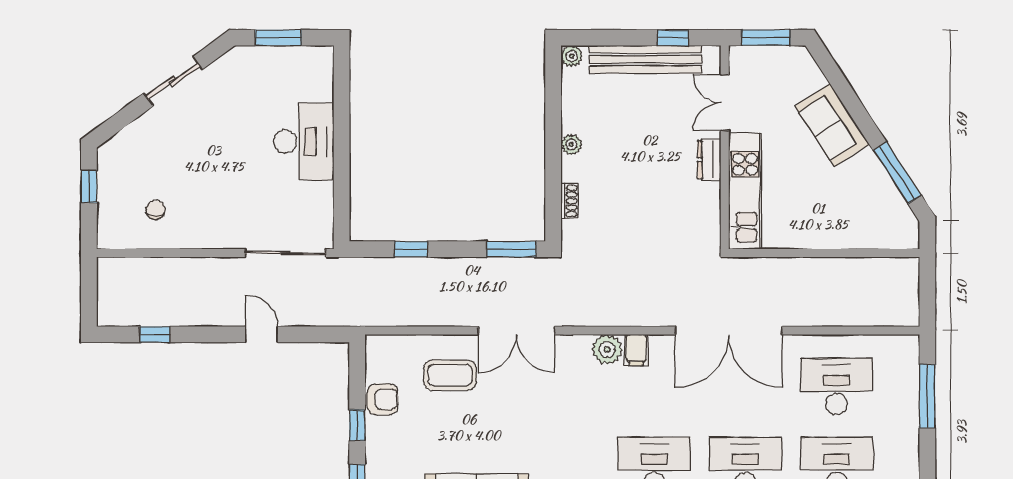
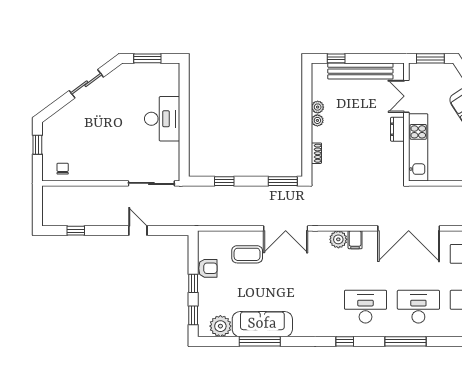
window: (673, 38) -> (336, 58), moved
plant: (572, 56) -> (318, 107), moved
chair: (156, 210) -> (63, 169), moved

